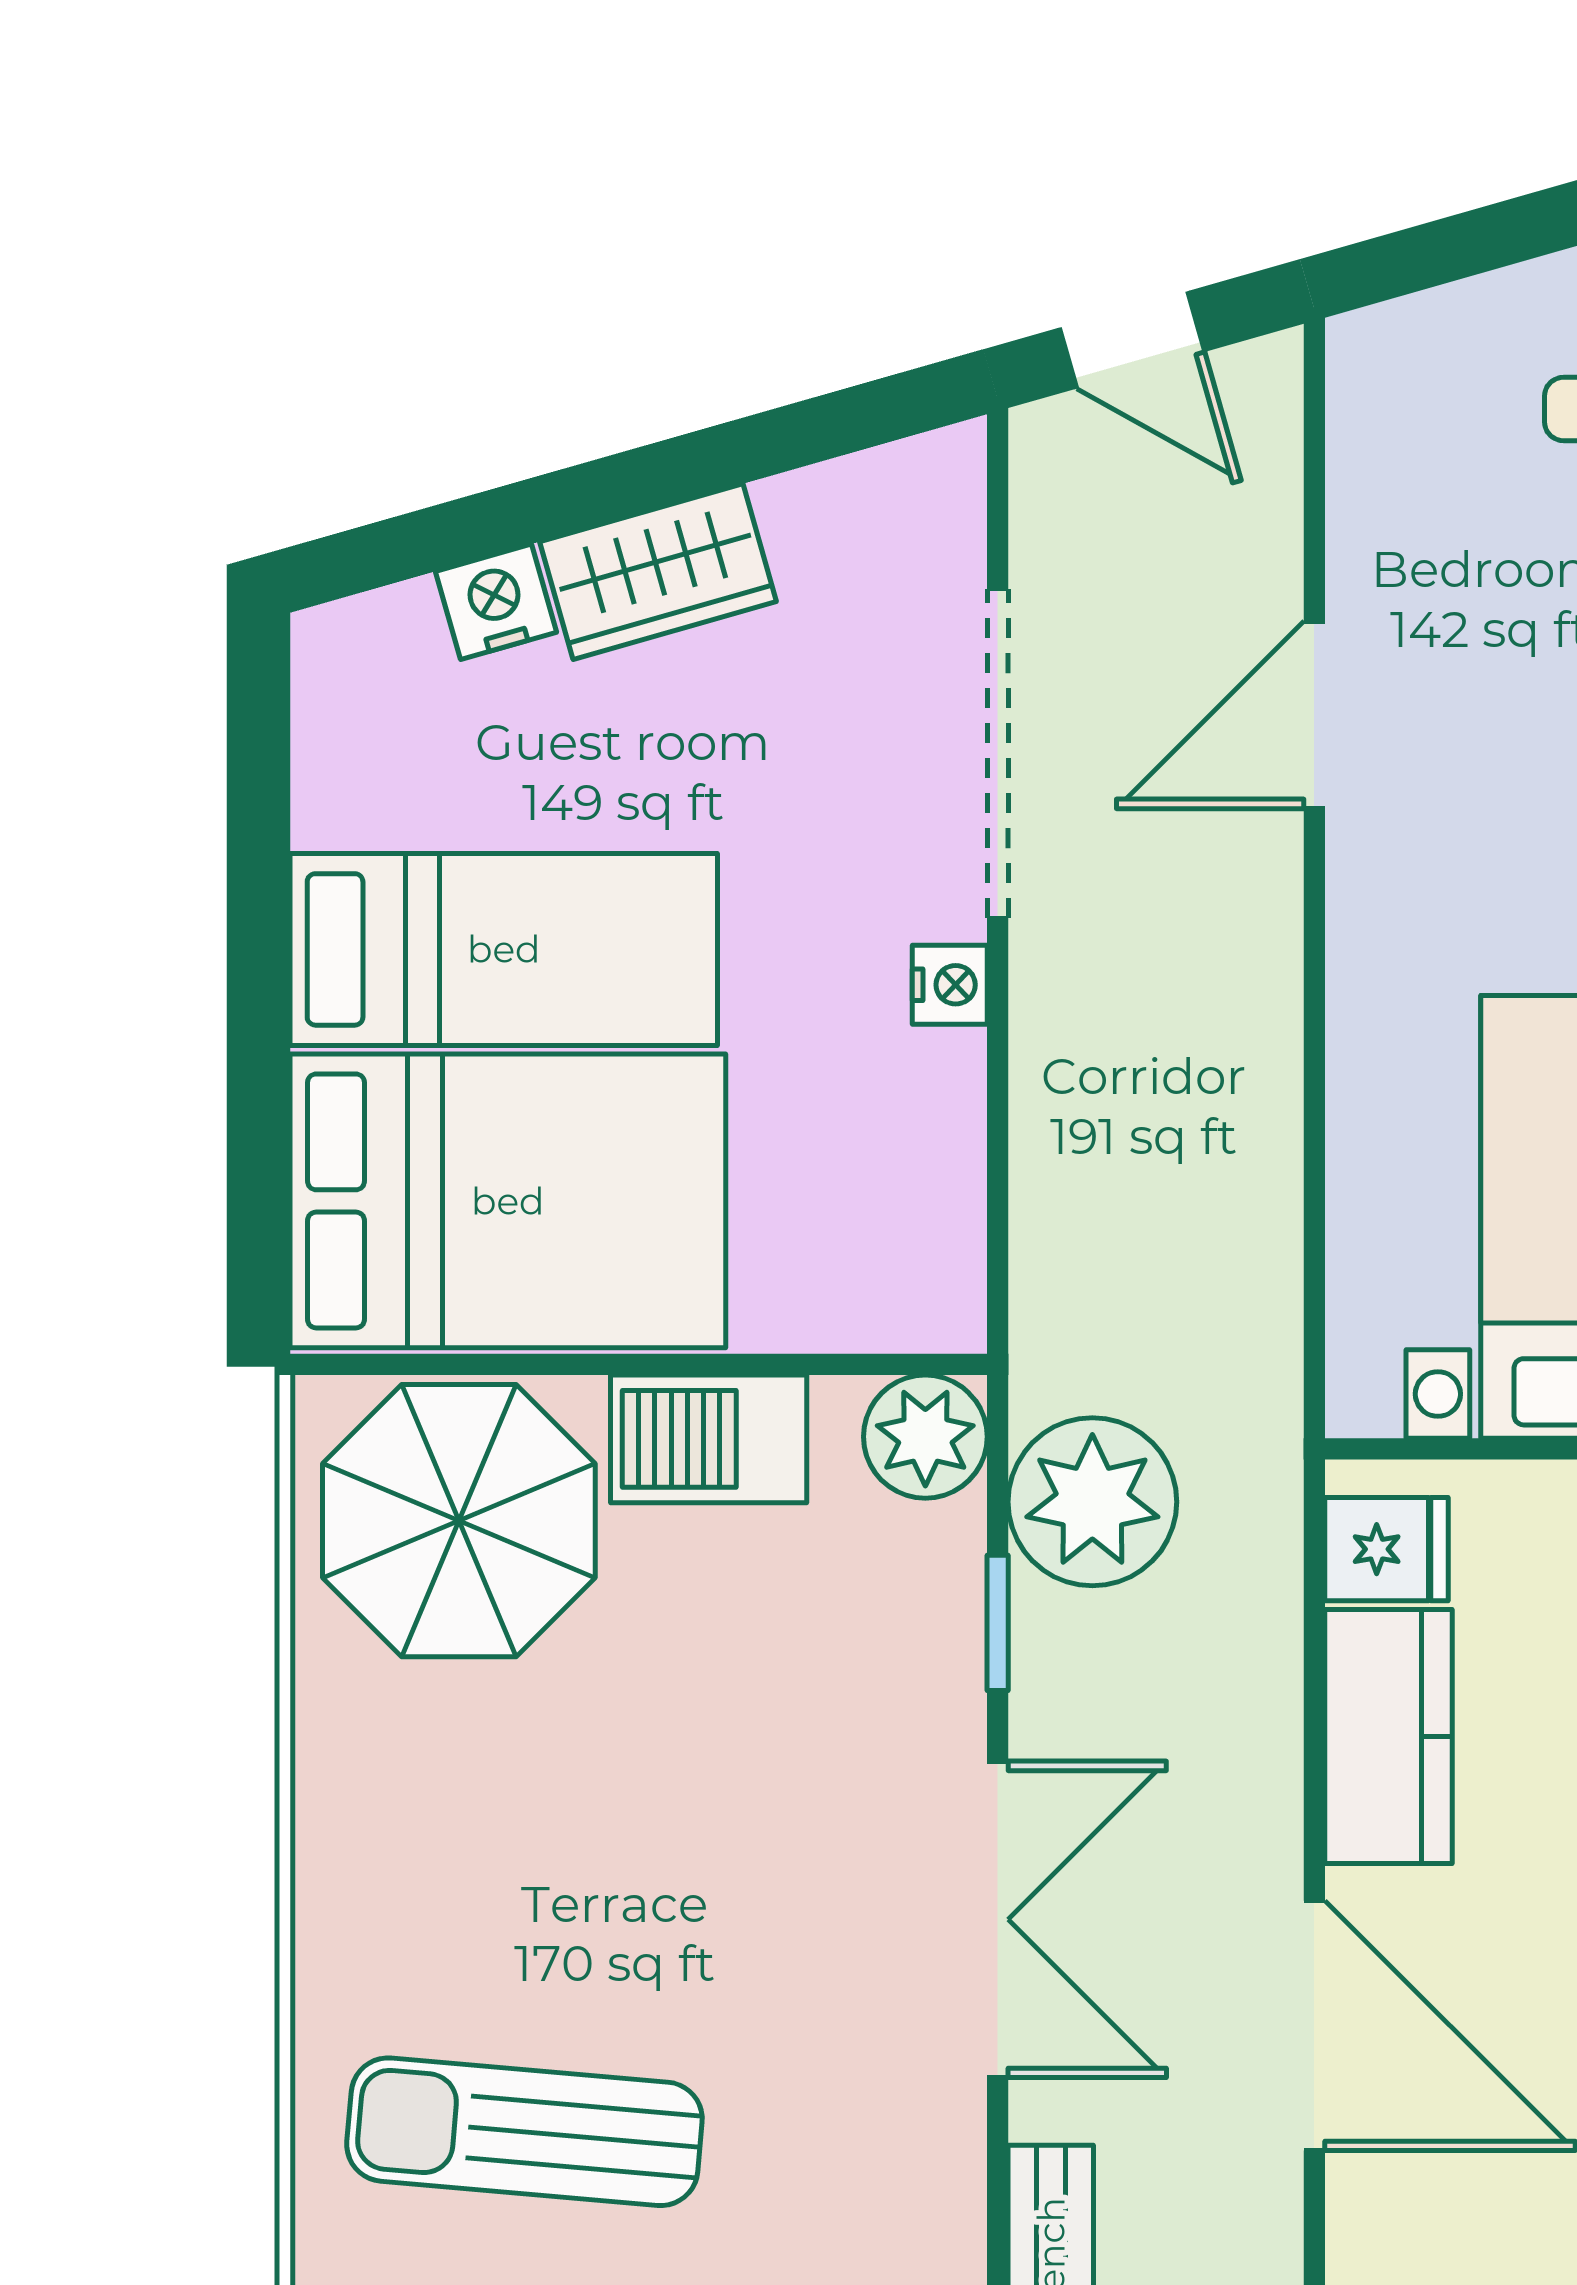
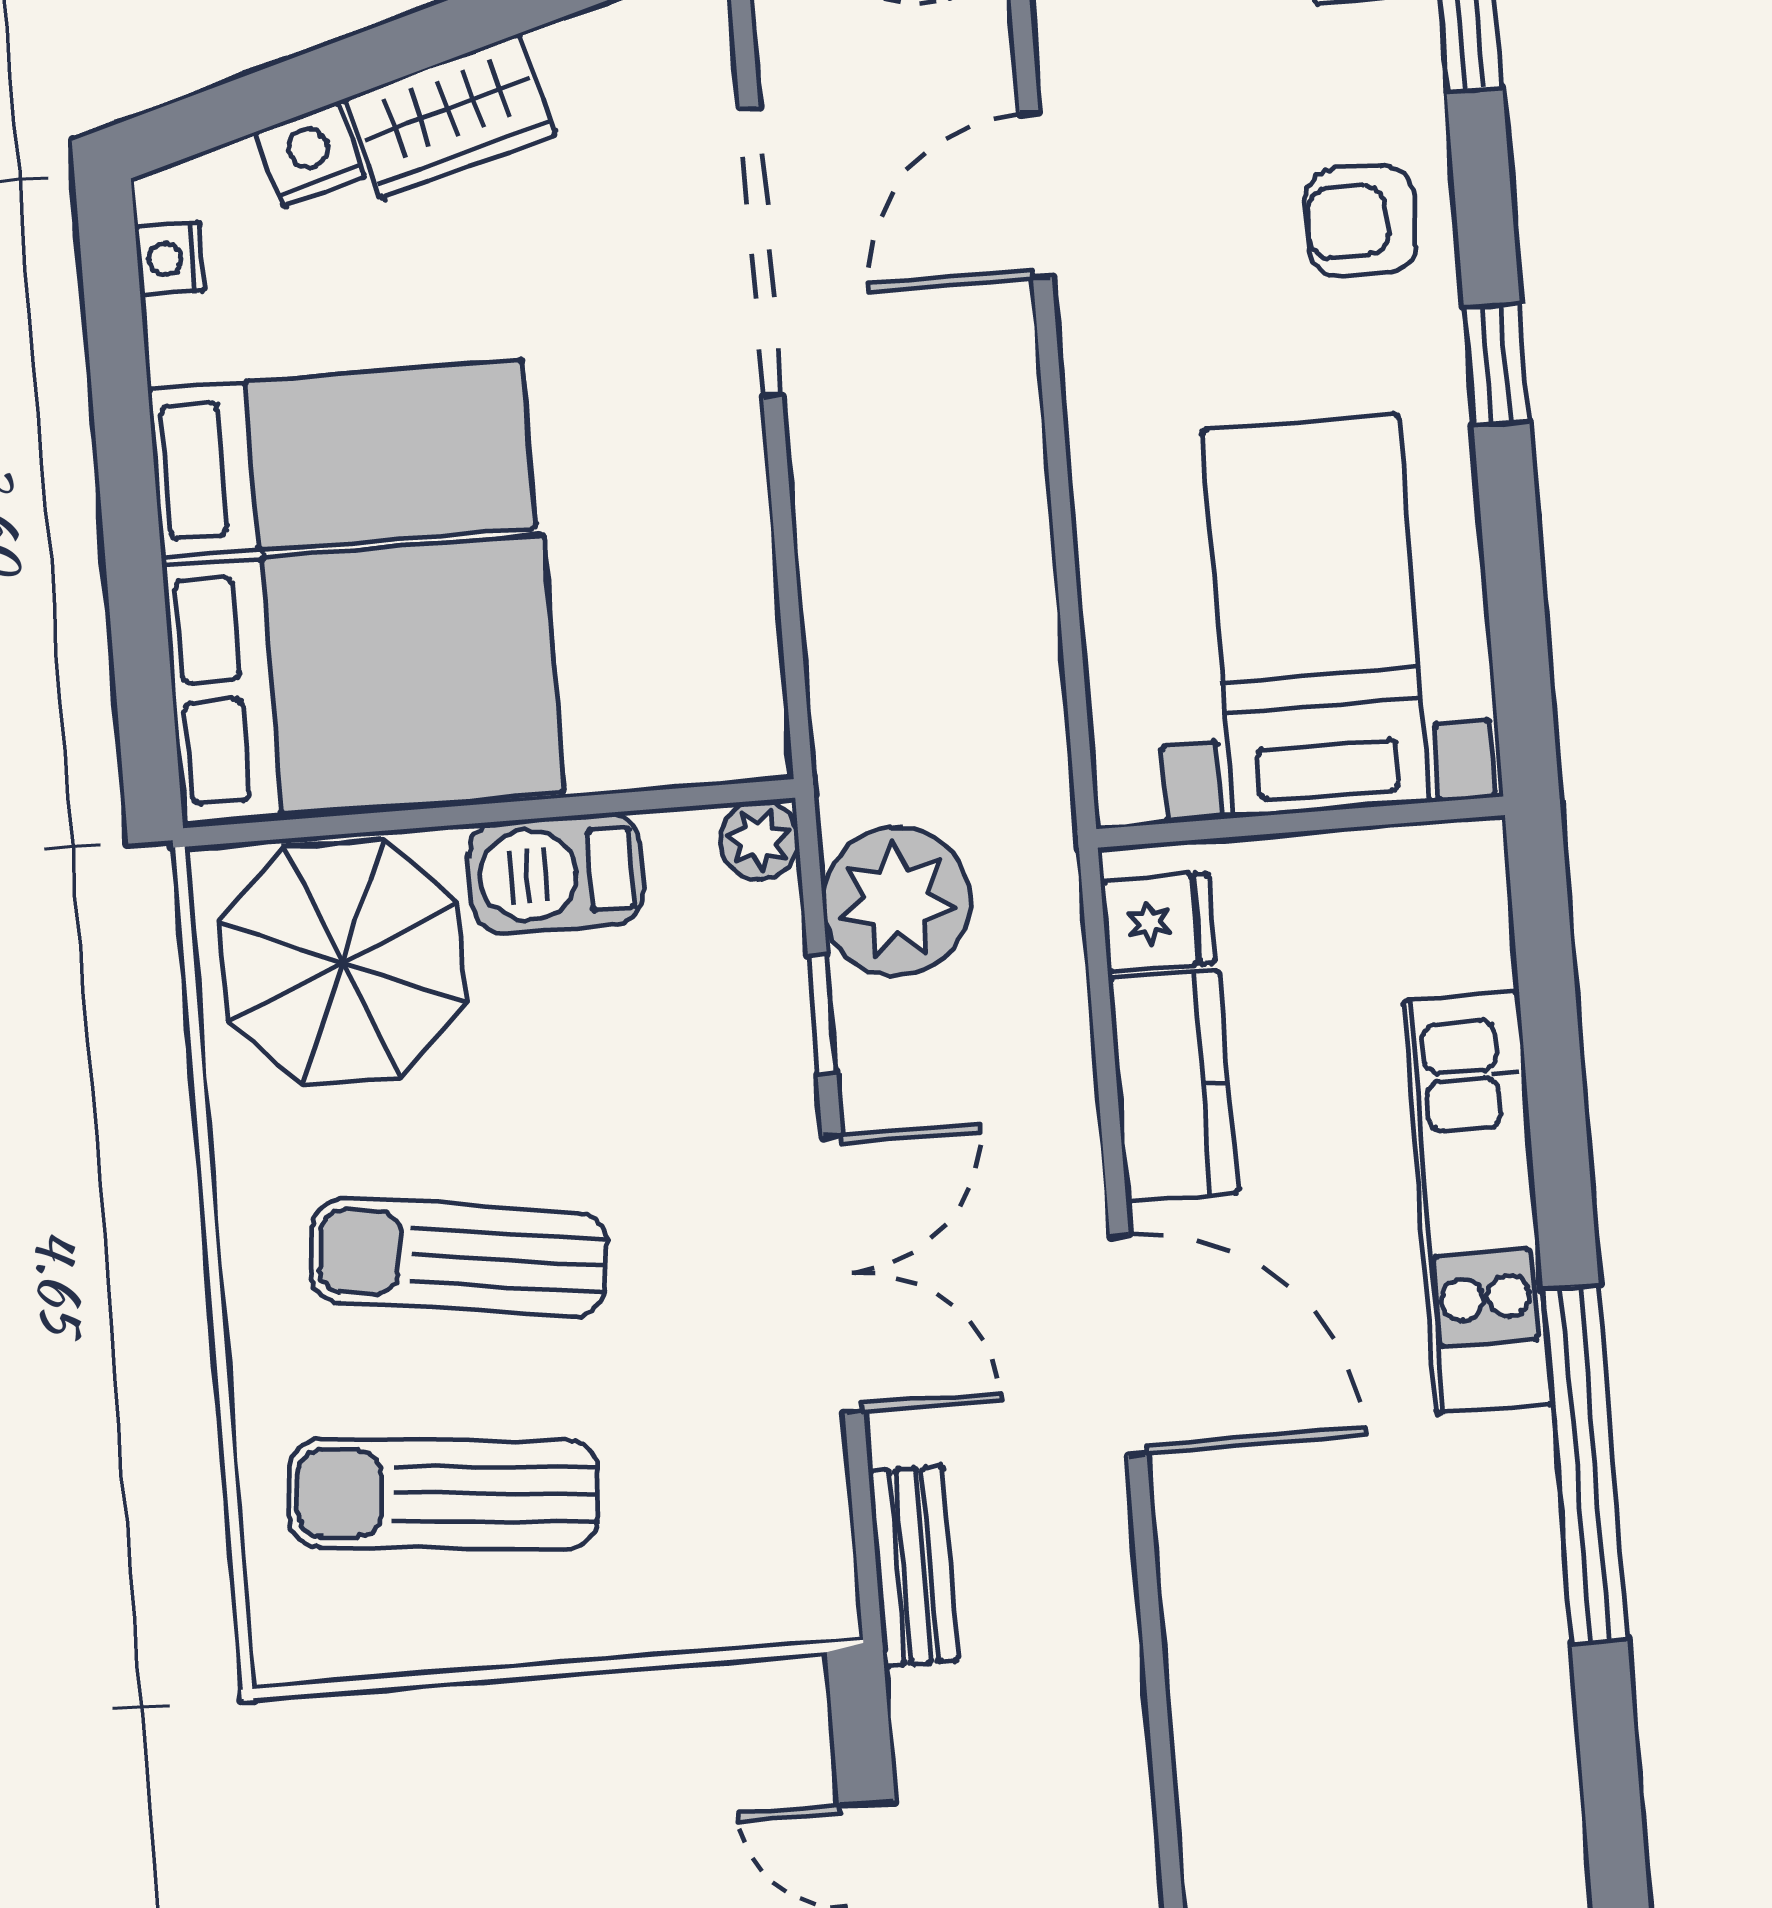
nightstand: (950, 985) -> (170, 259), moved, turned 180
plant: (925, 1437) -> (759, 840), width x0.73, depth x0.73
sun lounger: (564, 1865) -> (459, 1257), added

